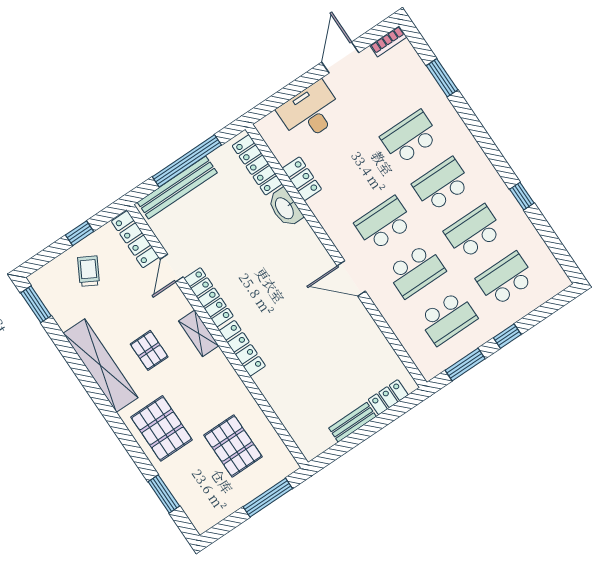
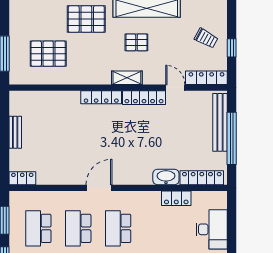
school desk: (384, 224) -> (118, 228), turned 180
locker: (388, 397) -> (22, 178), moved, turned -90

